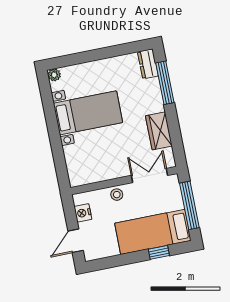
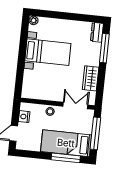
window: (159, 252) -> (66, 158), width x2.17

